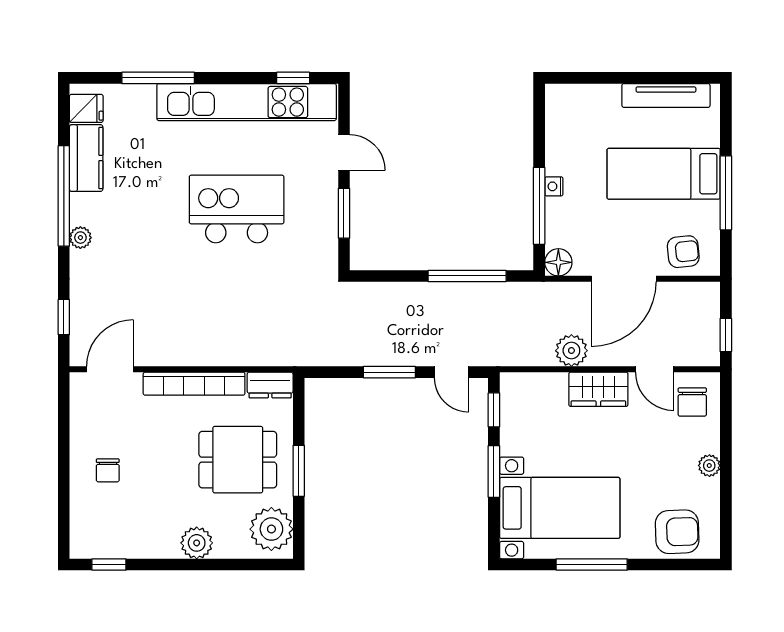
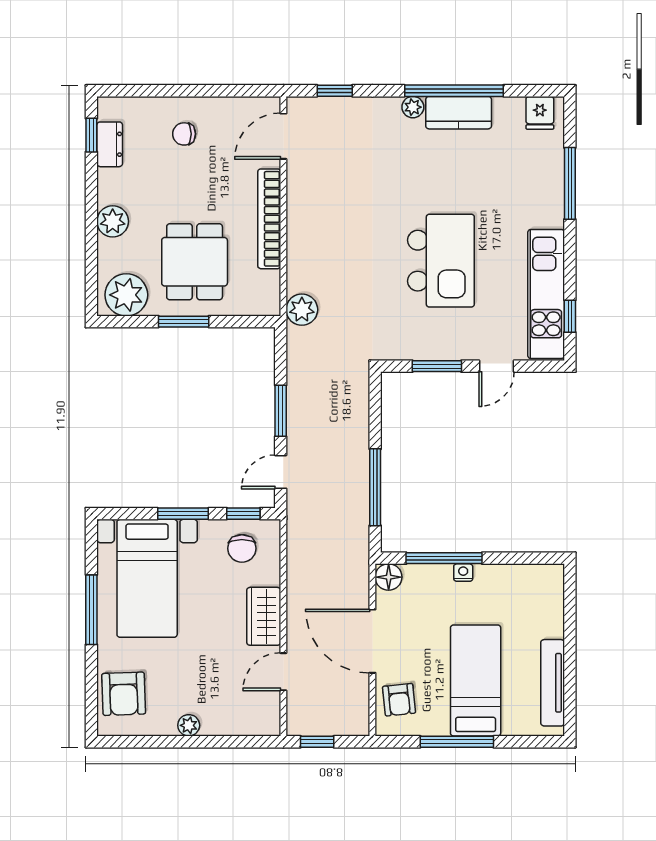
kitchen unit: (247, 102) -> (546, 294), width x0.73
kitchen counter: (86, 158) -> (459, 113), moved
plant: (571, 351) -> (302, 310), moved
door: (110, 369) -> (283, 136), swing flipped
dresser: (270, 385) -> (110, 144), moved, turned 180
chair: (692, 402) -> (242, 548), moved, turned -90

